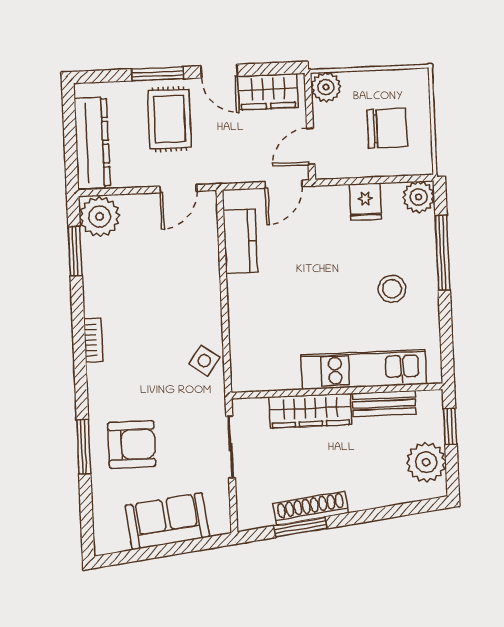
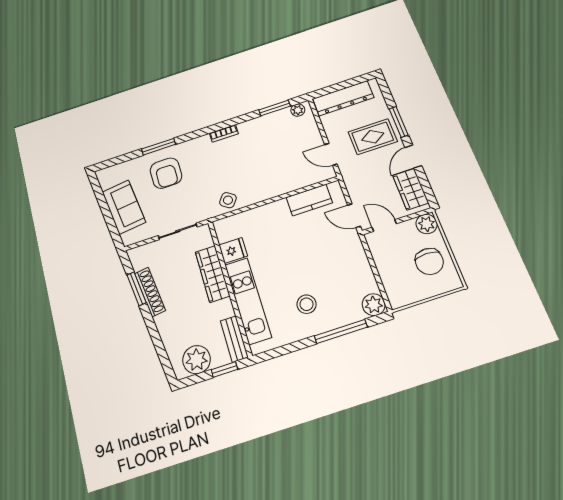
chair: (387, 128) -> (429, 261), moved
fridge: (365, 202) -> (233, 250), moved, turned 180
plant: (100, 216) -> (298, 110), width x0.53, depth x0.53
bench: (384, 404) -> (234, 339), moved

